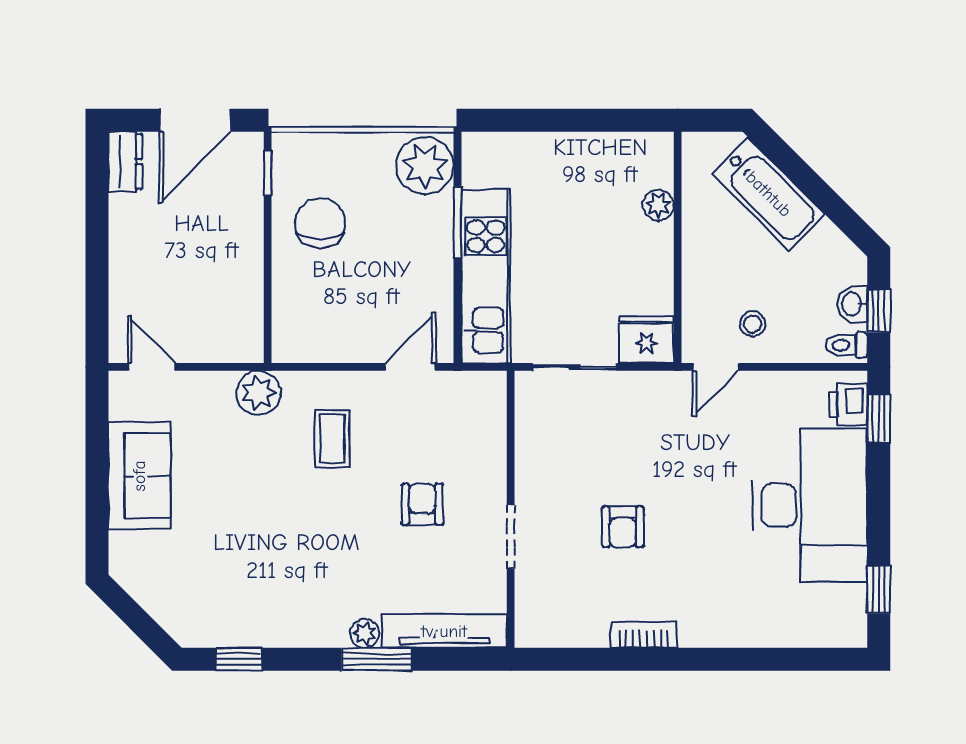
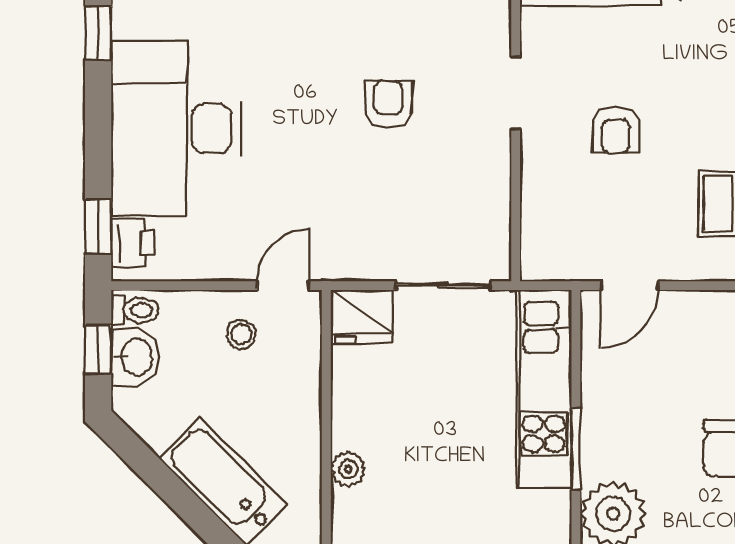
washbasin: (853, 304) -> (135, 357), width x1.38, depth x1.45

